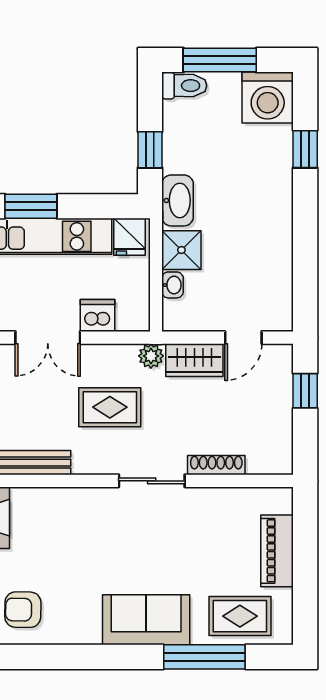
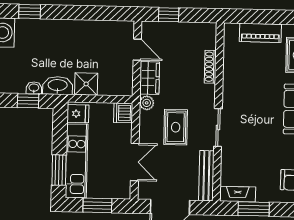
washbasin: (173, 285) -> (34, 88), moved
dishwasher: (98, 316) -> (123, 113), moved
sliding door: (152, 481) -> (218, 128), moved

